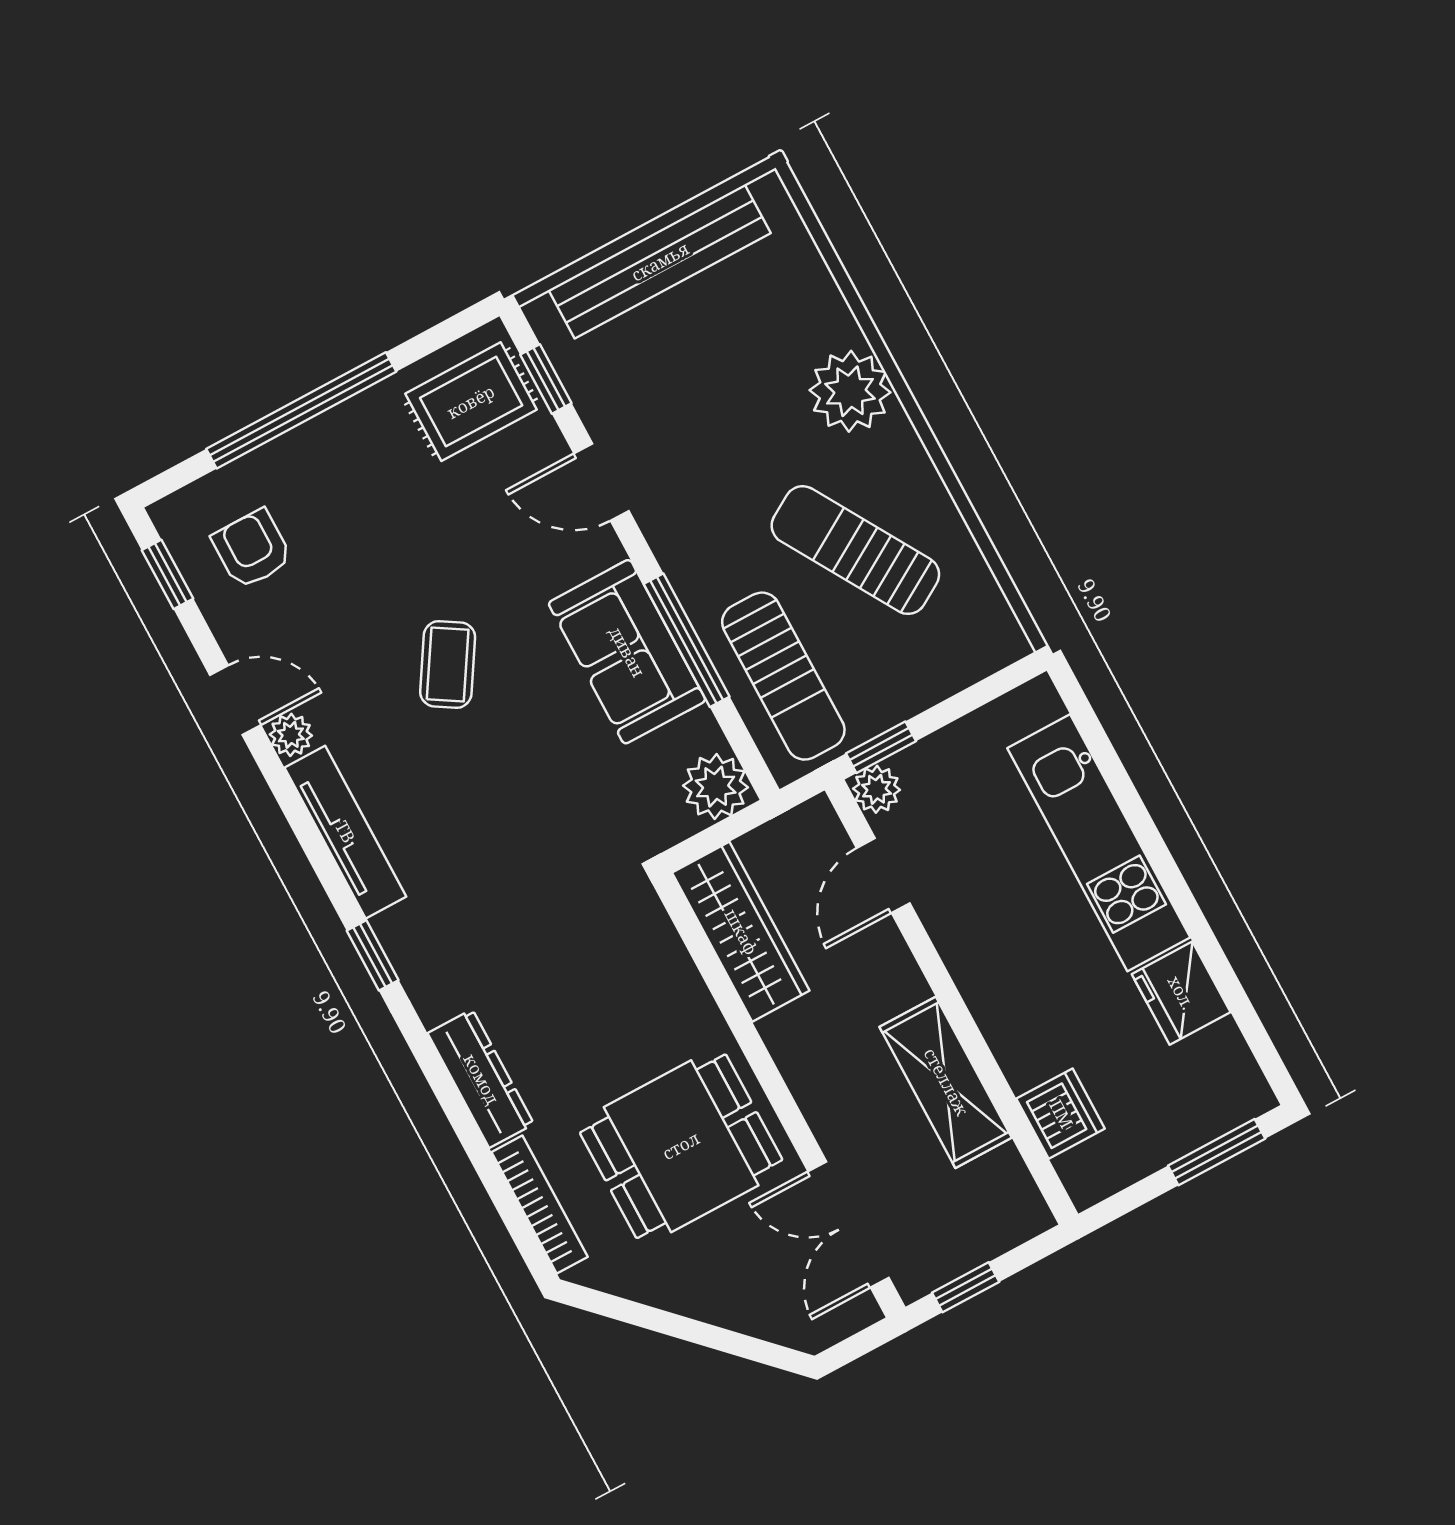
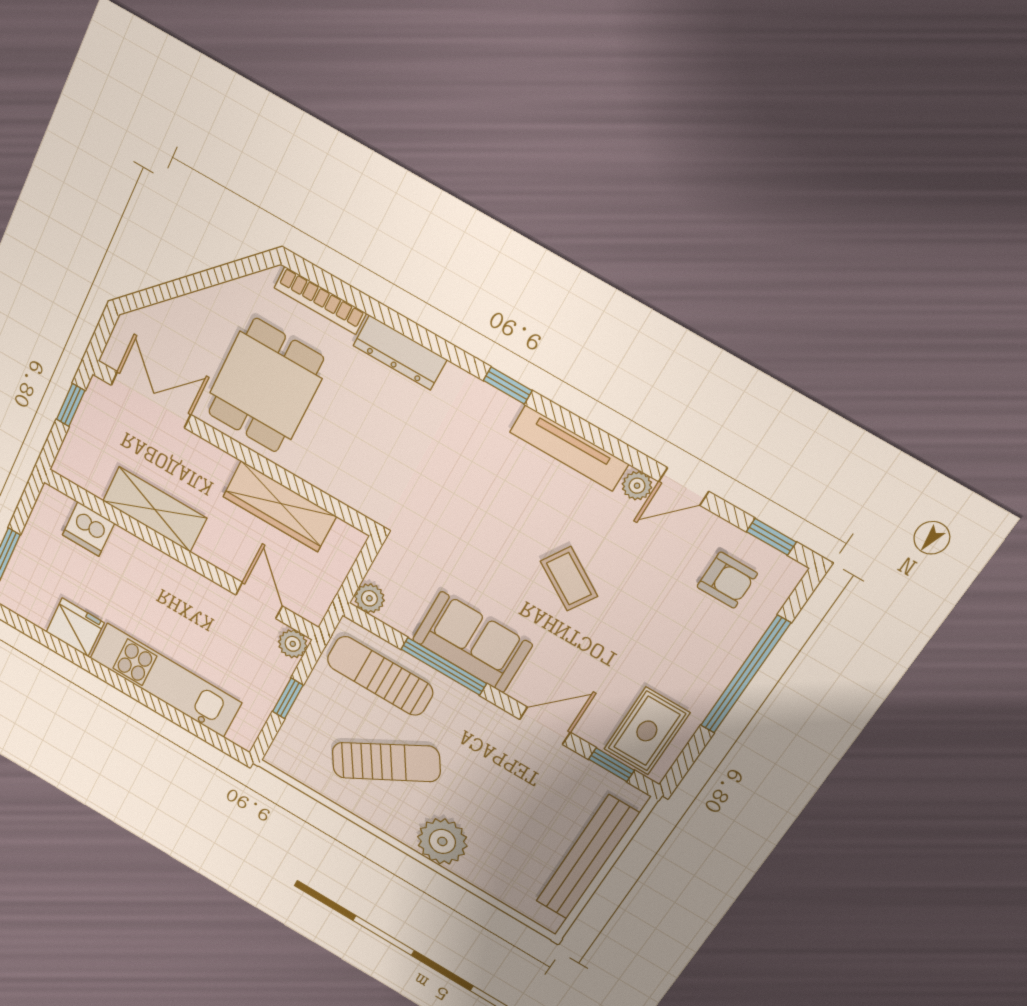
window: (881, 747) -> (288, 698), moved
plant: (716, 787) -> (369, 598), width x0.73, depth x0.73
wardrobe: (741, 932) -> (280, 506), moved

